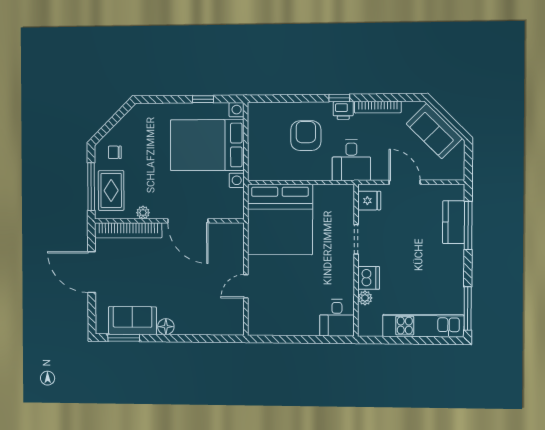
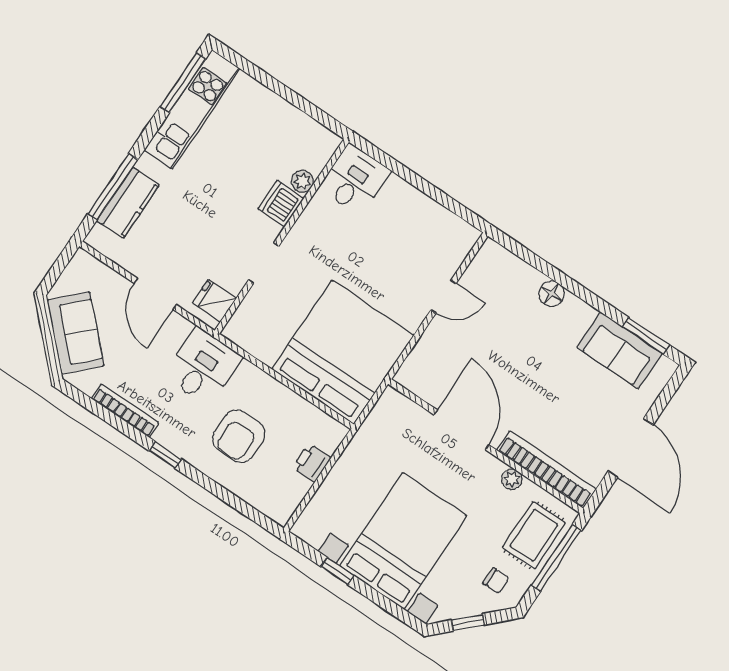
printer: (343, 110) -> (312, 463), moved, turned -90
window: (115, 120) -> (468, 622), added
bed with nightstands: (207, 145) -> (403, 541), moved, turned -90
kitchen unit: (423, 326) -> (192, 109), moved, turned -90
floor lamp: (166, 327) -> (552, 294), moved

